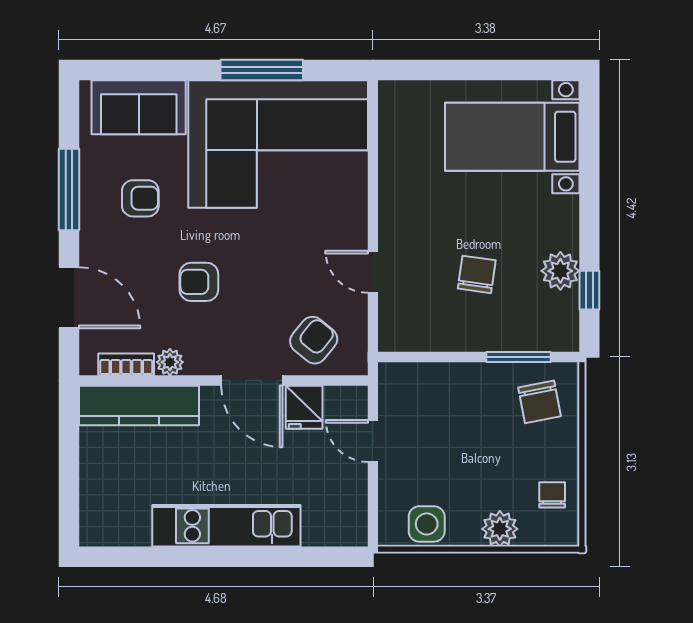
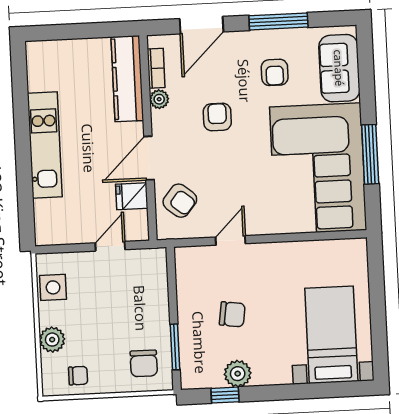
chair: (540, 402) -> (144, 363), turned -79

